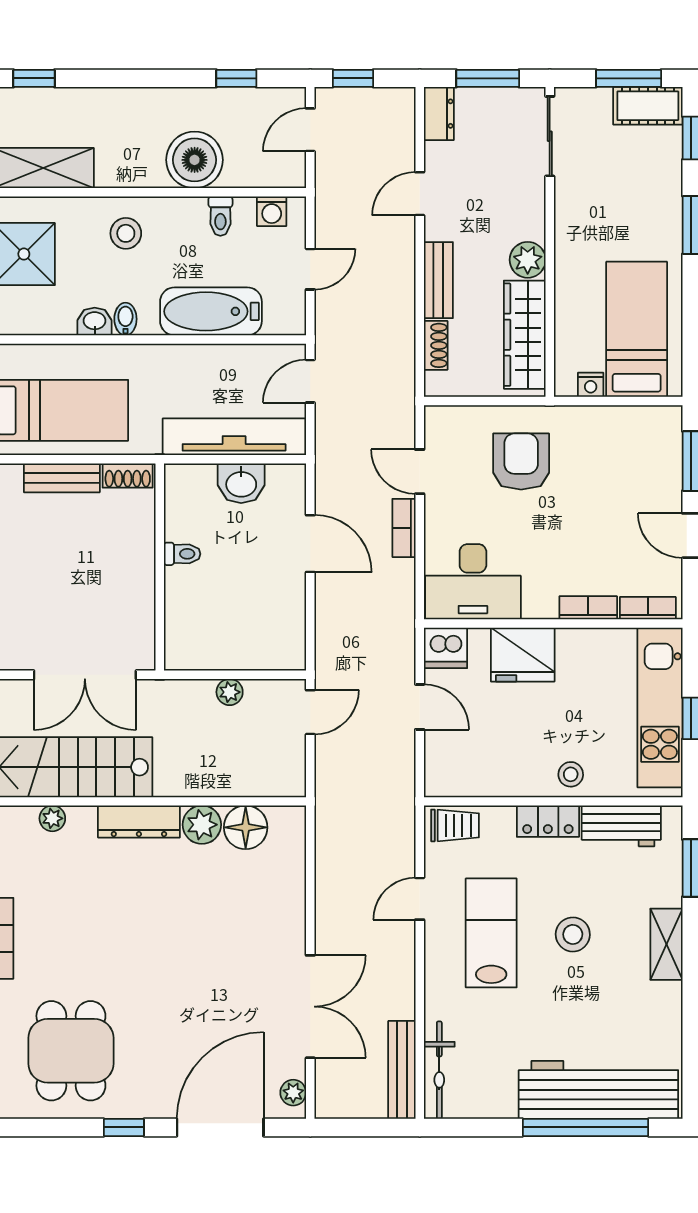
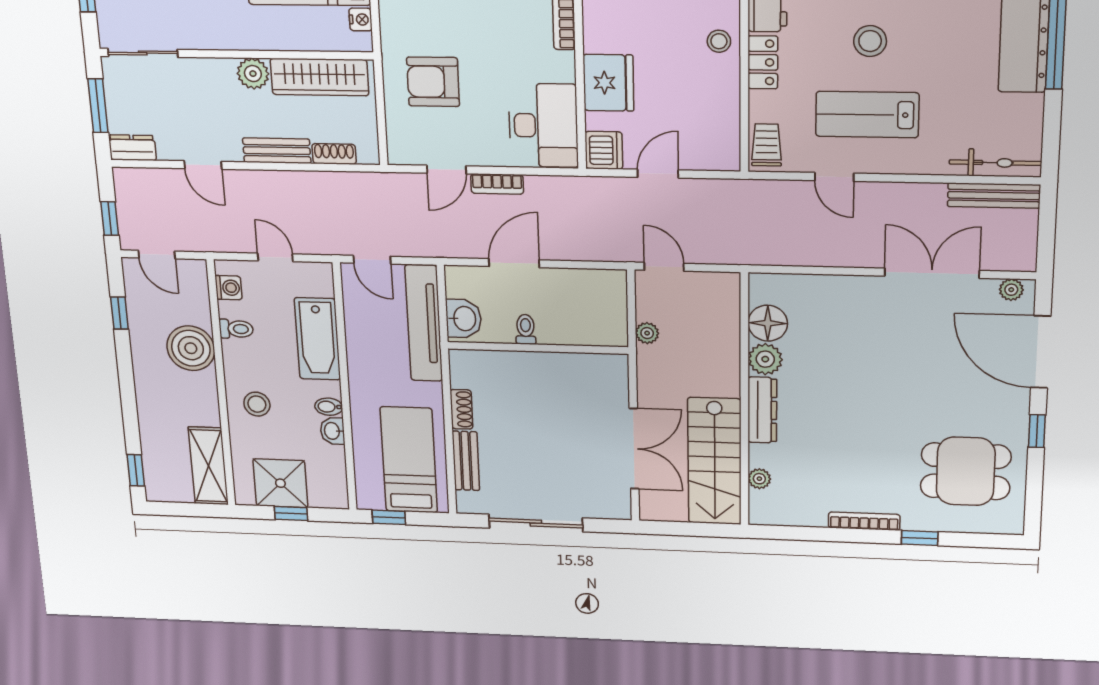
toilet: (182, 554) -> (526, 329), moved
wall: (160, 567) -> (538, 348), moved

